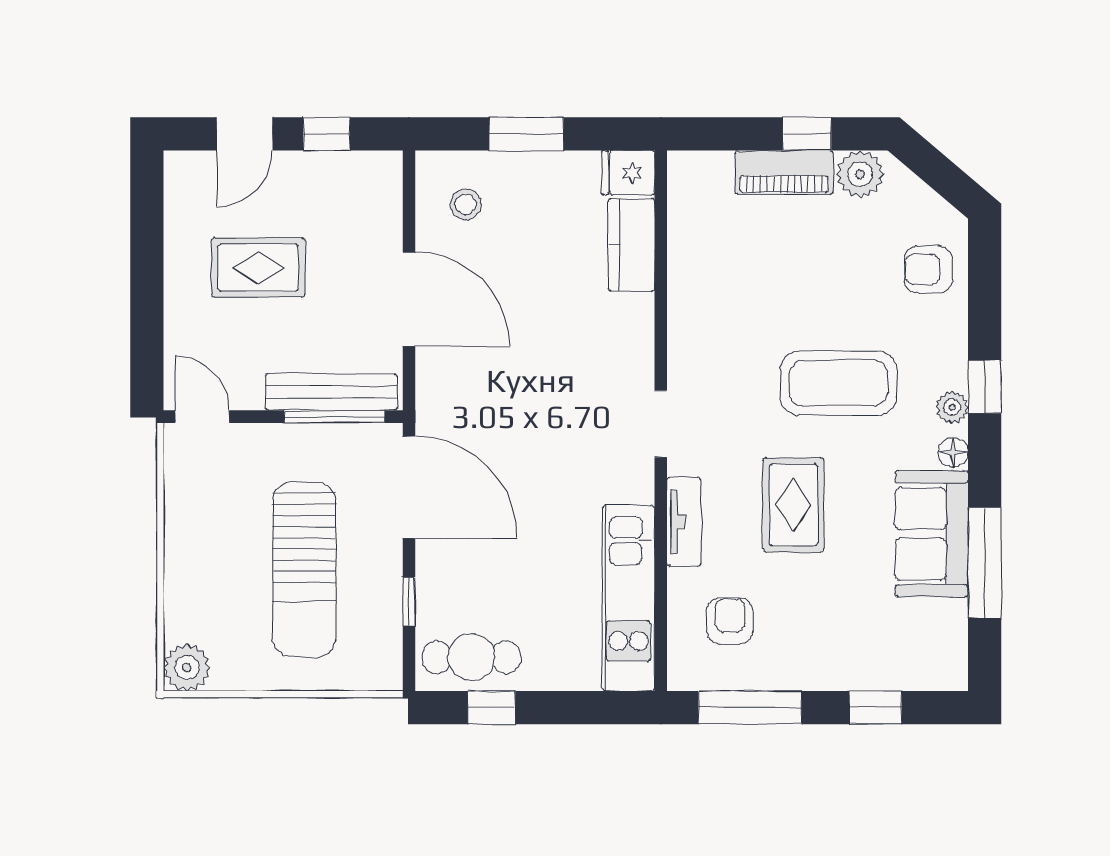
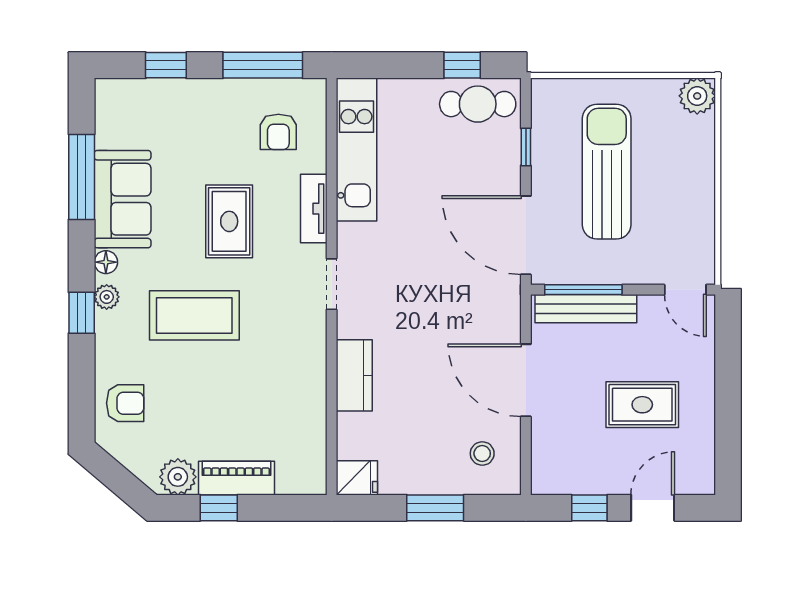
kitchen counter: (631, 245) -> (354, 375), moved

